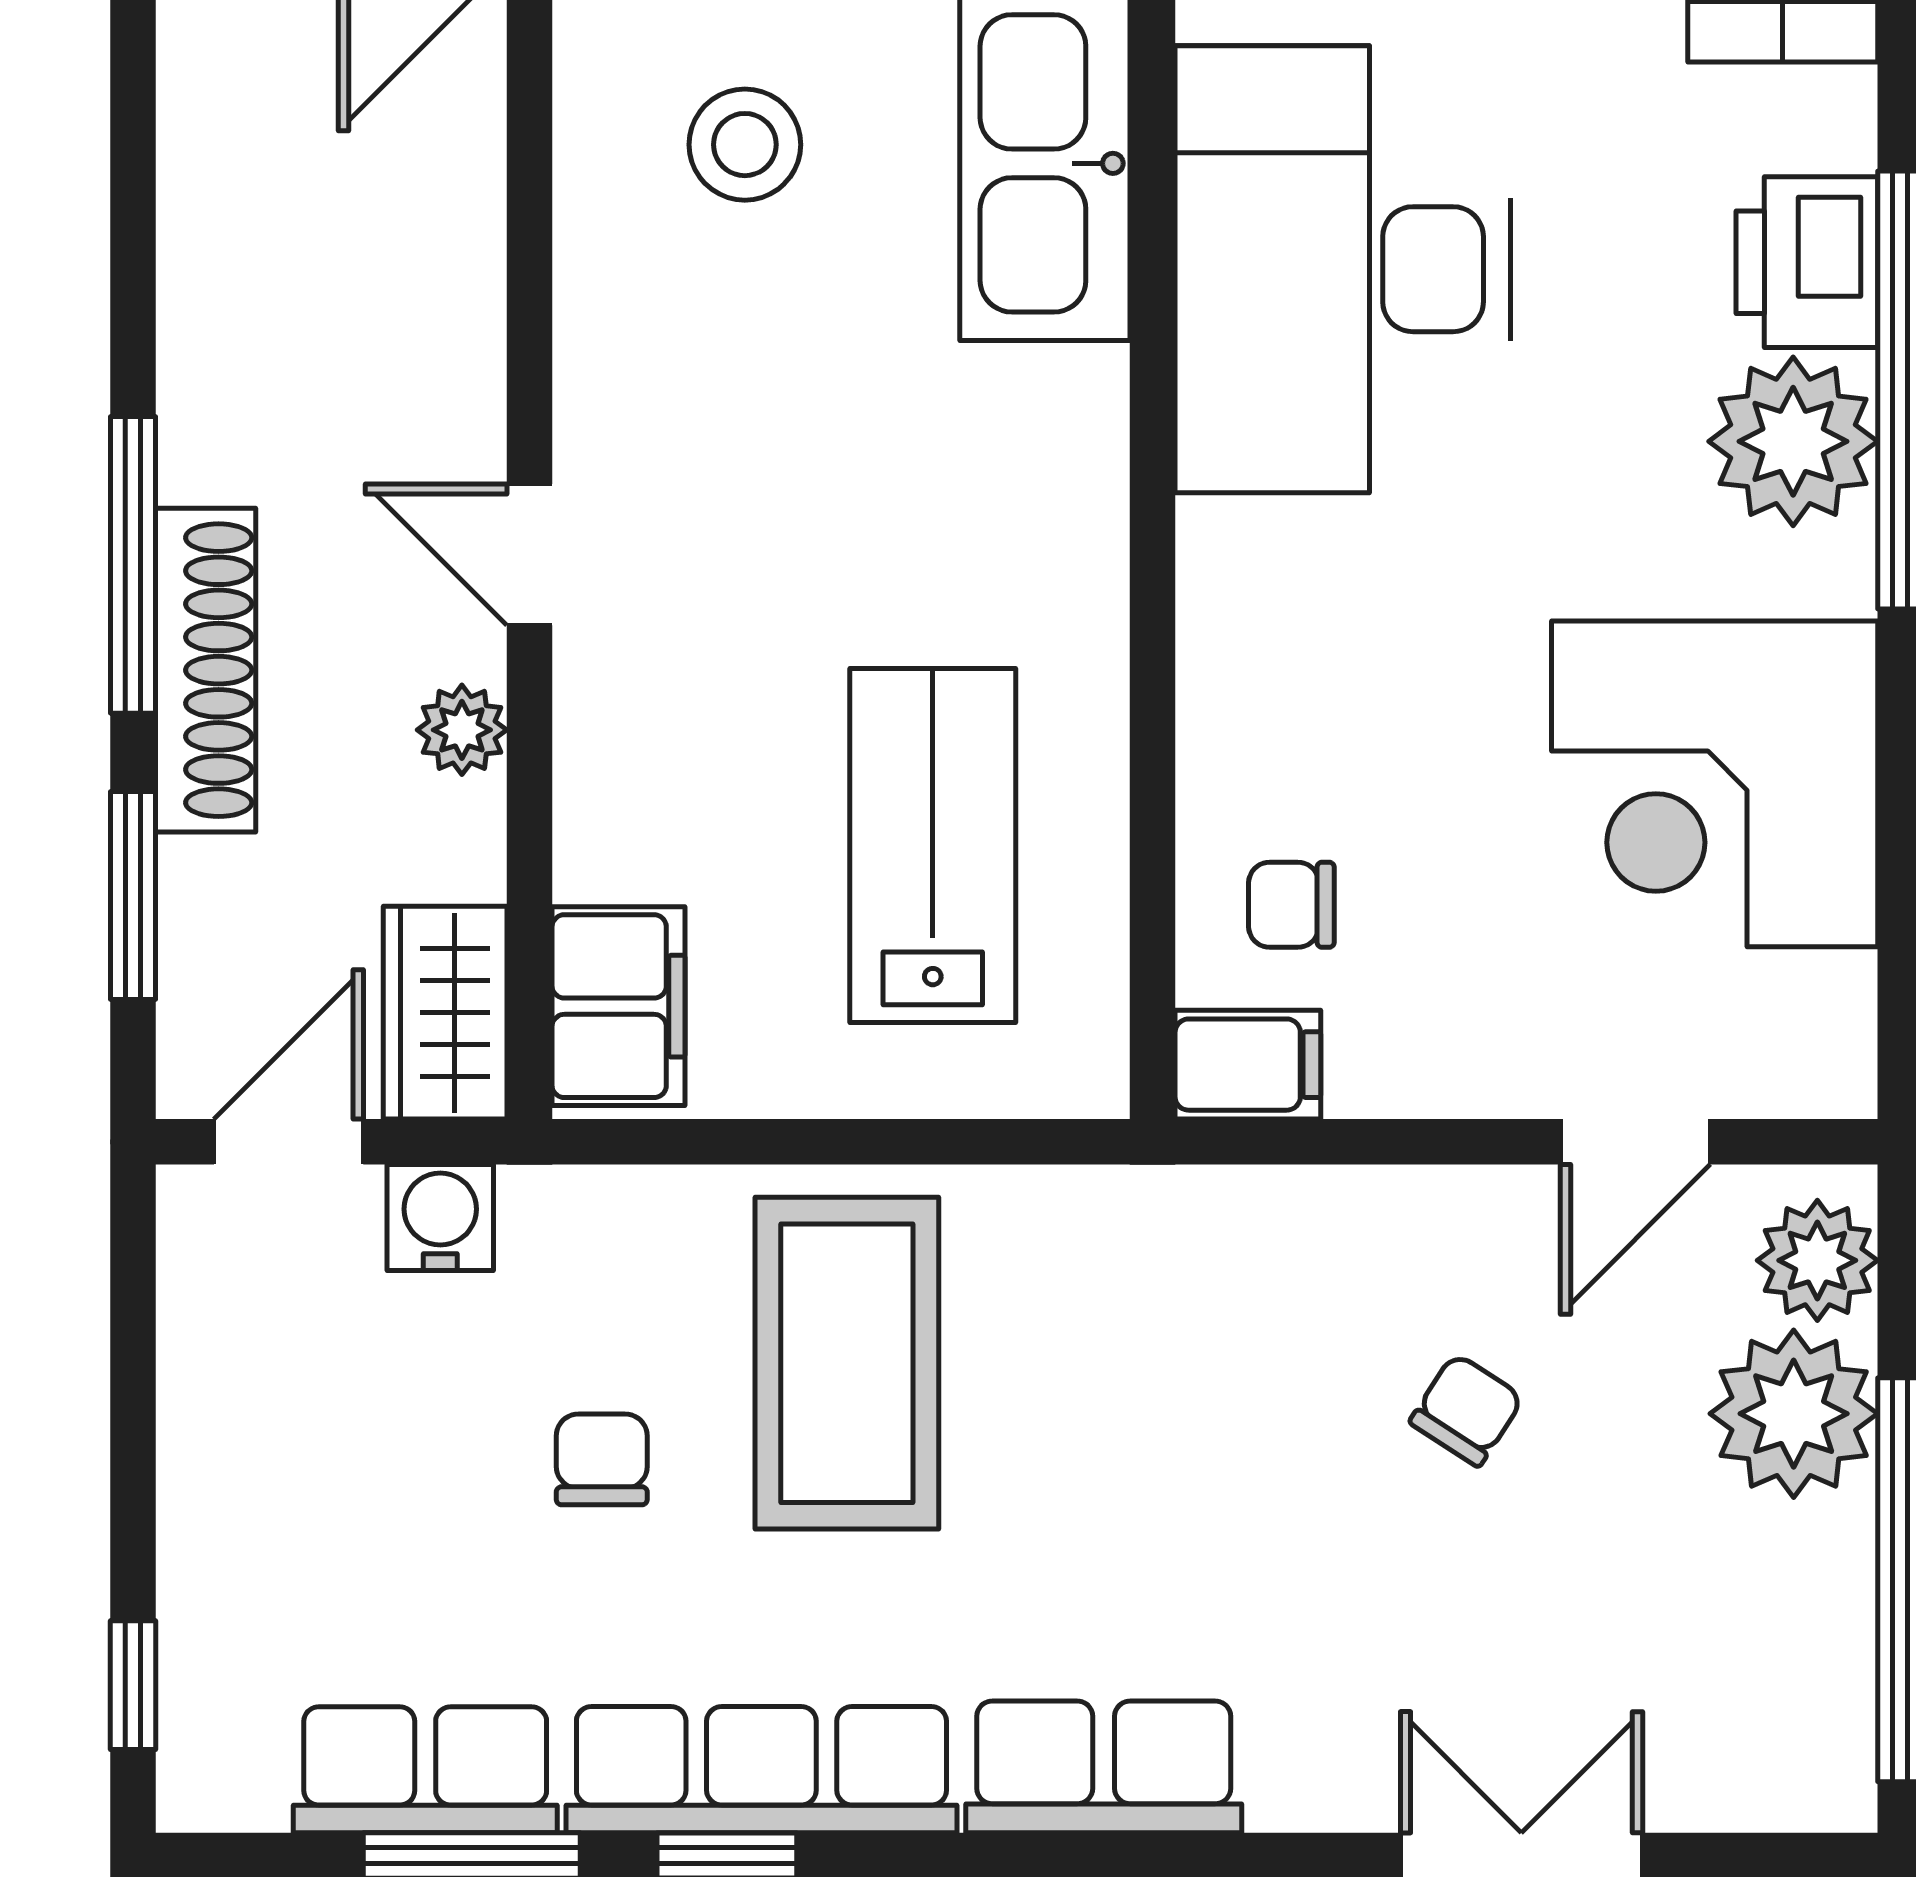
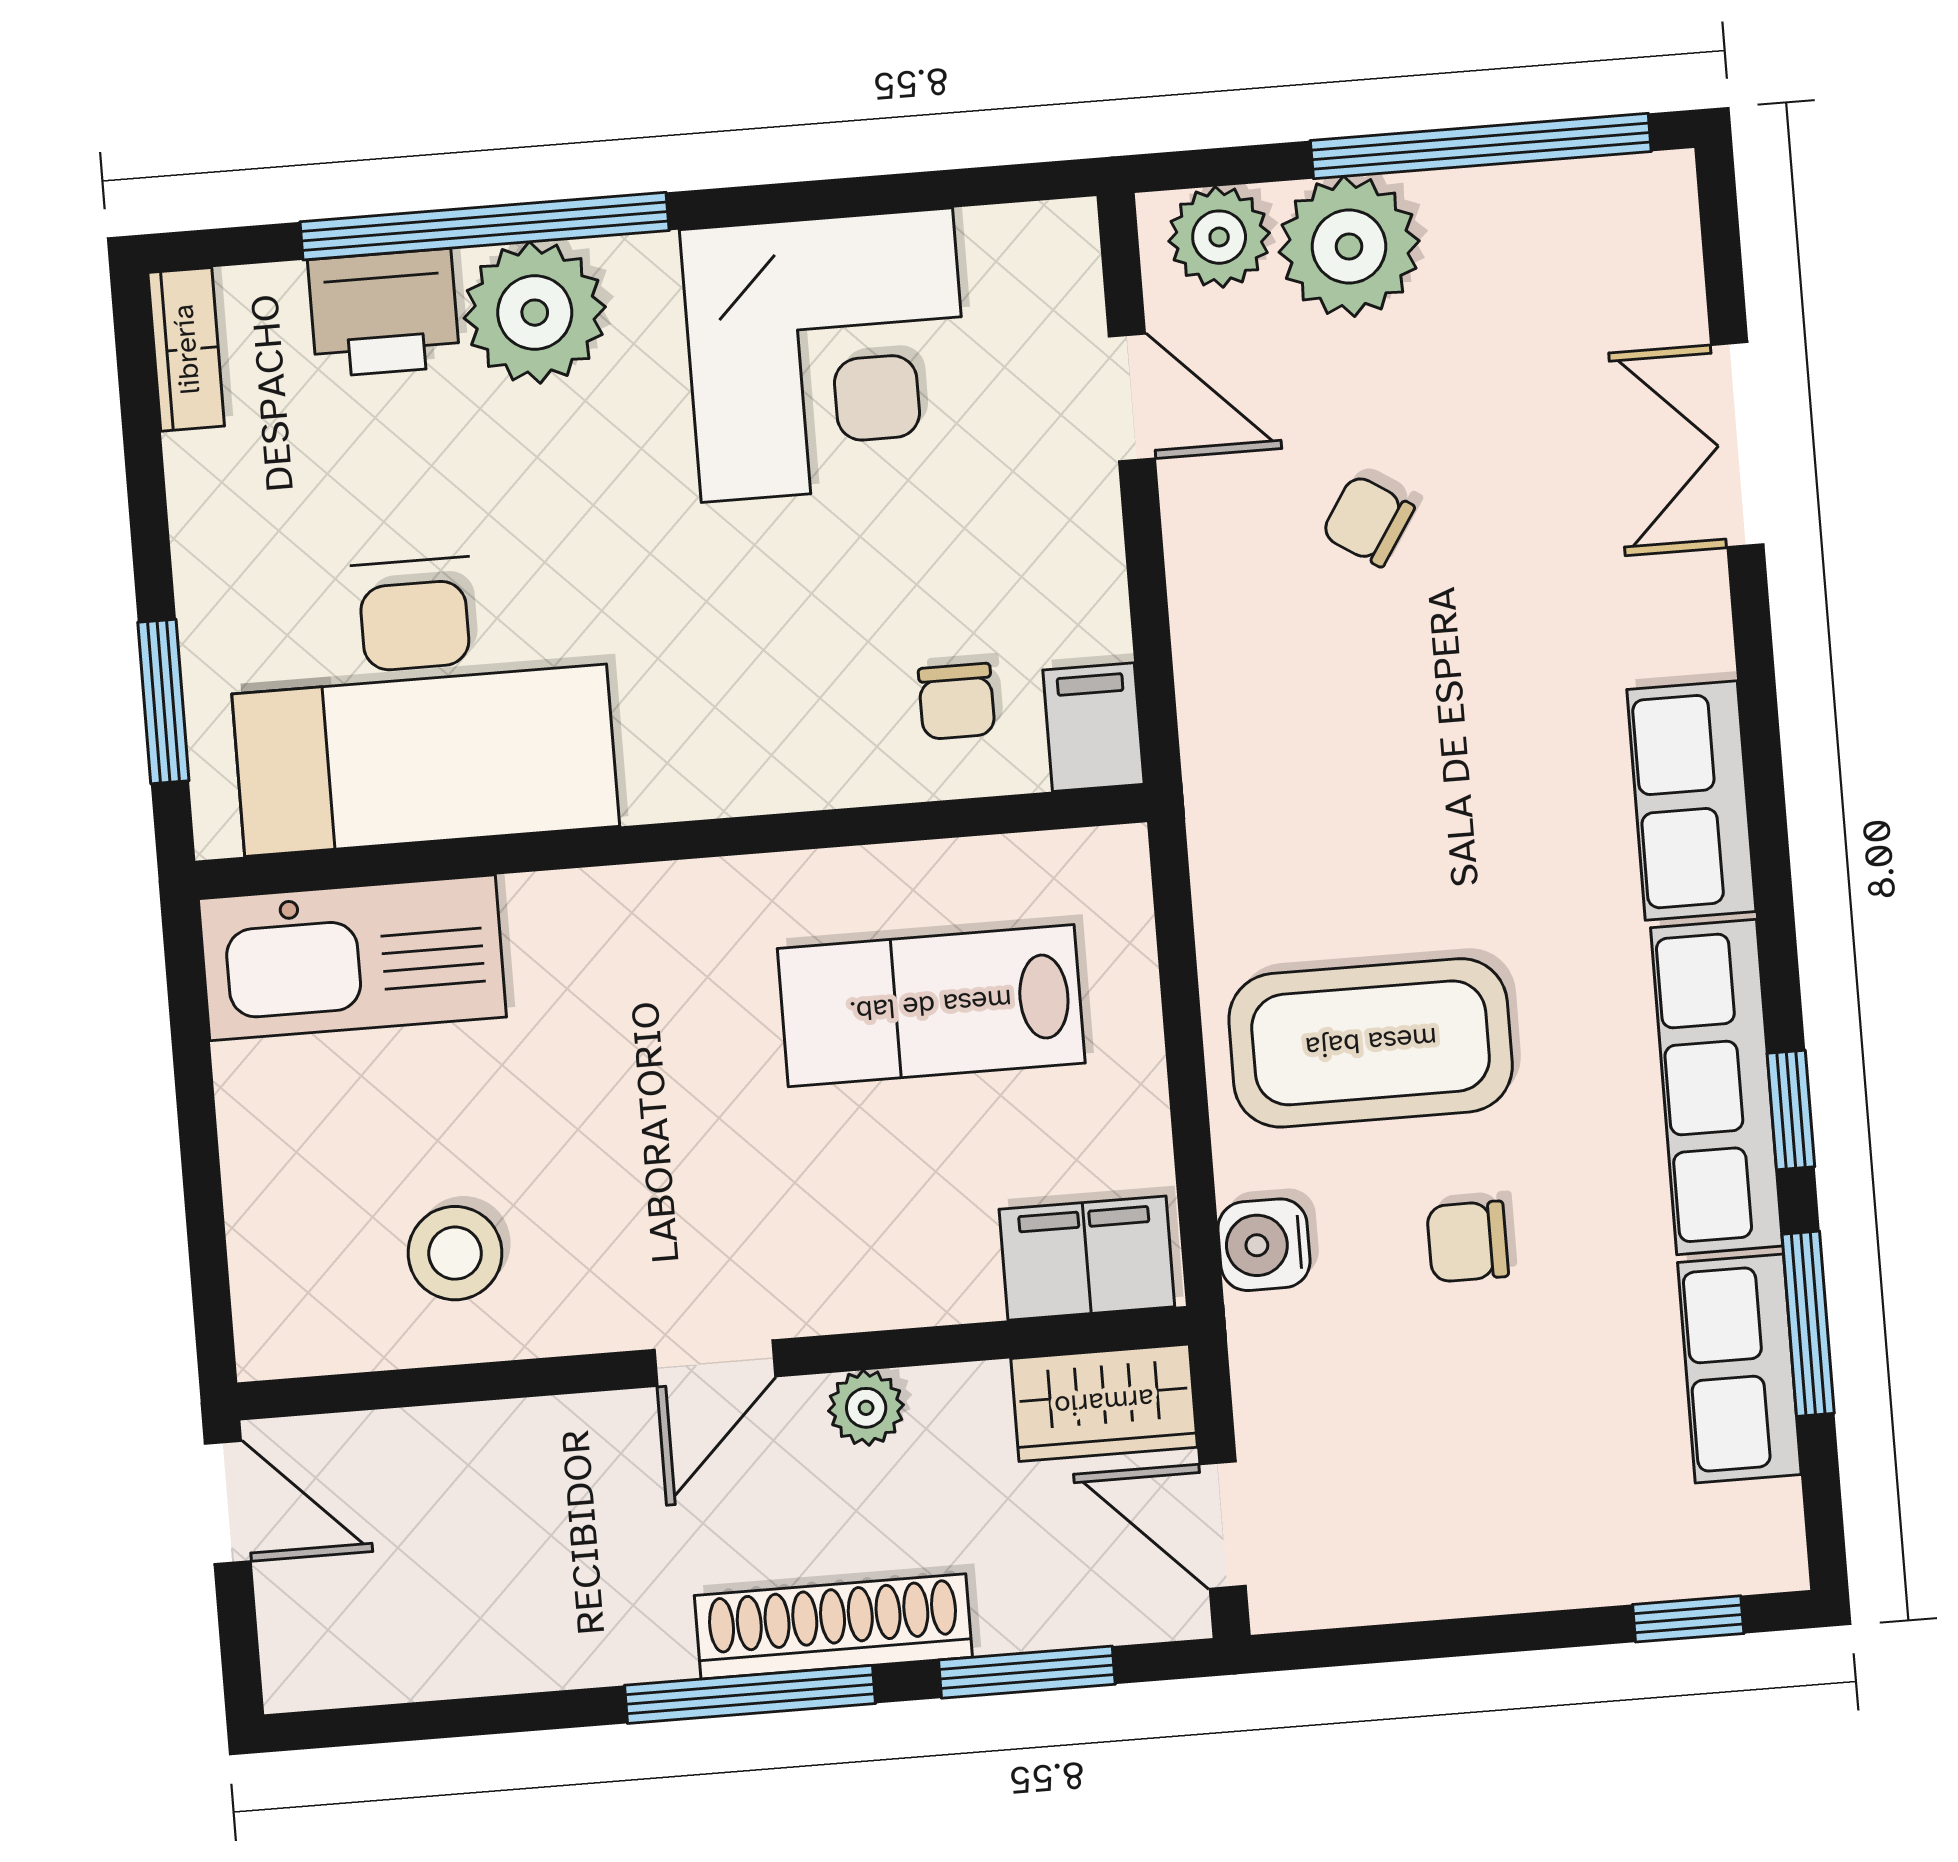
stool: (745, 145) -> (455, 1253), moved
water cooler: (440, 1218) -> (1264, 1245), moved

